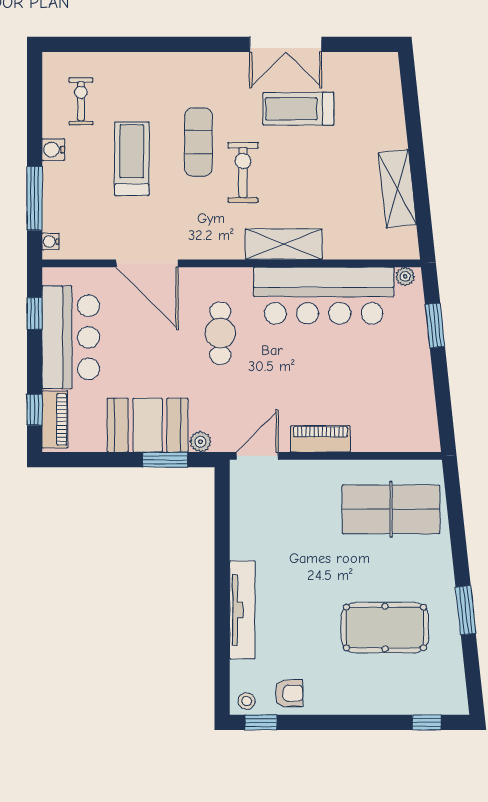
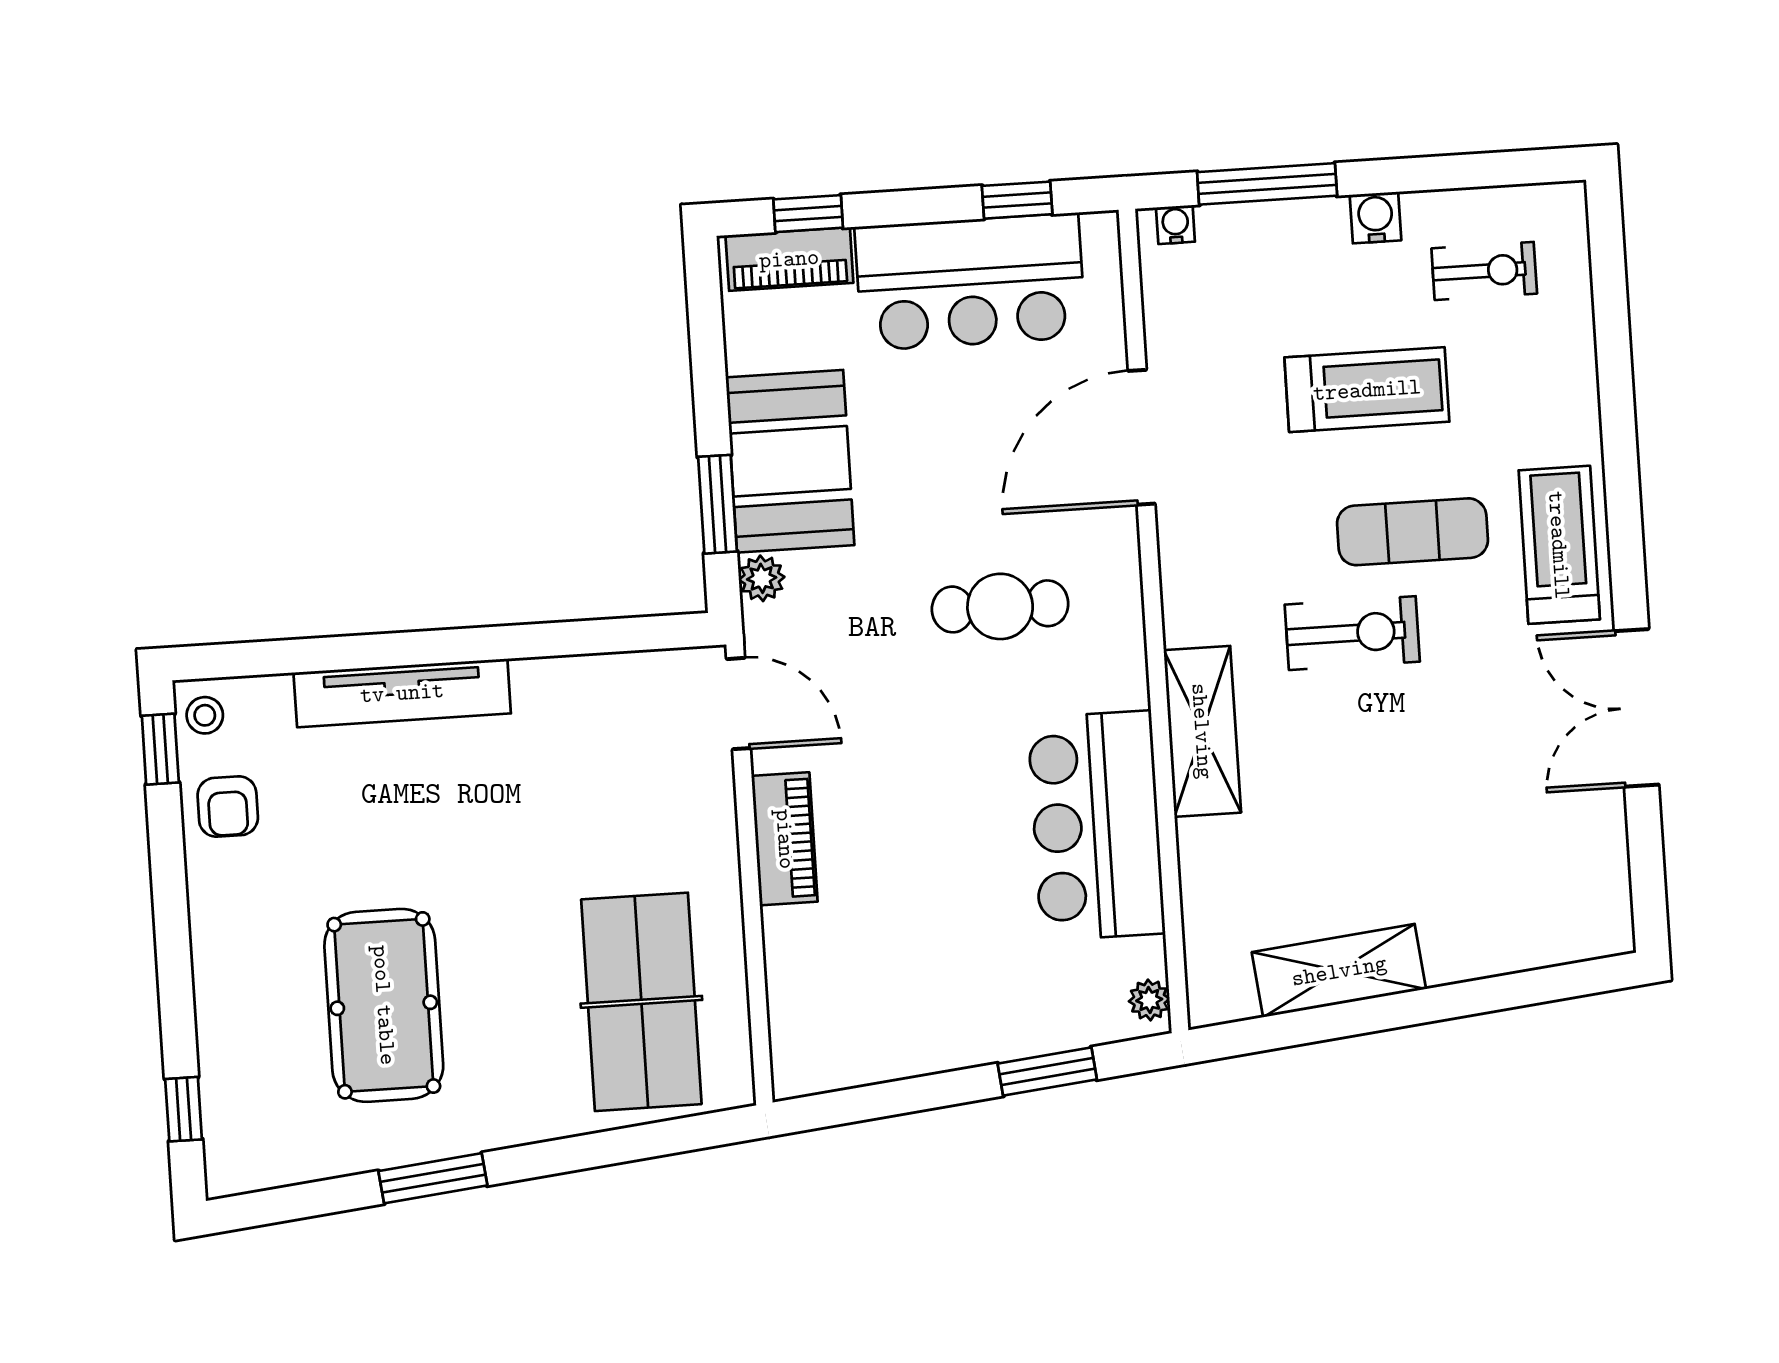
treadmill: (298, 109) -> (1559, 545), moved
bar counter: (324, 296) -> (1096, 826), width x0.73

